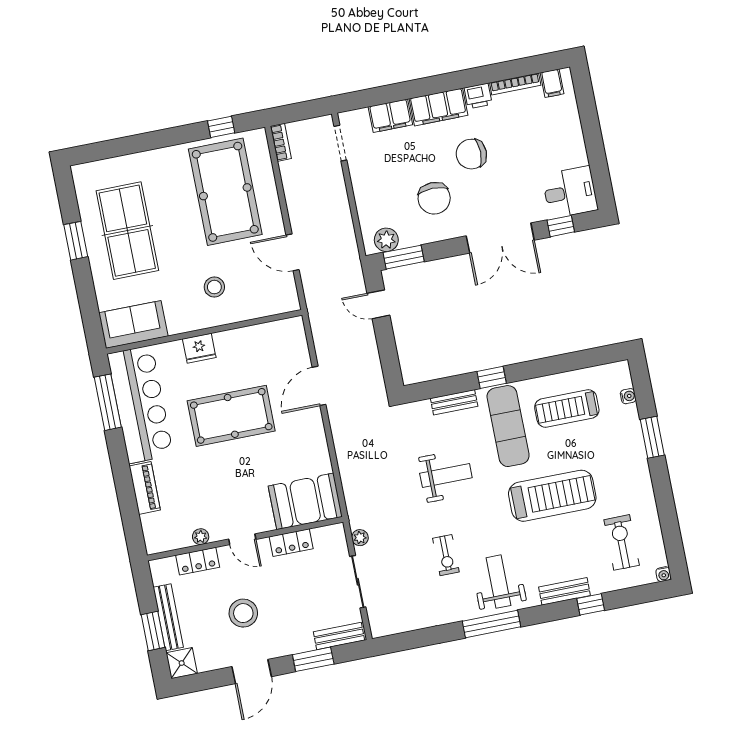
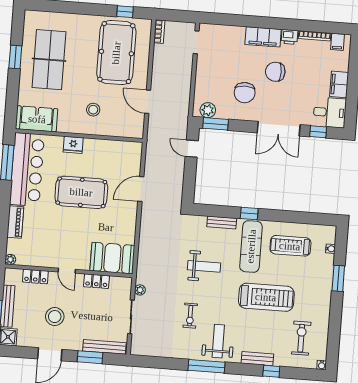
filing cabinet: (390, 116) -> (339, 84), moved, turned 90
plant: (201, 537) -> (10, 259), moved
bench: (339, 636) -> (104, 347), width x1.36

